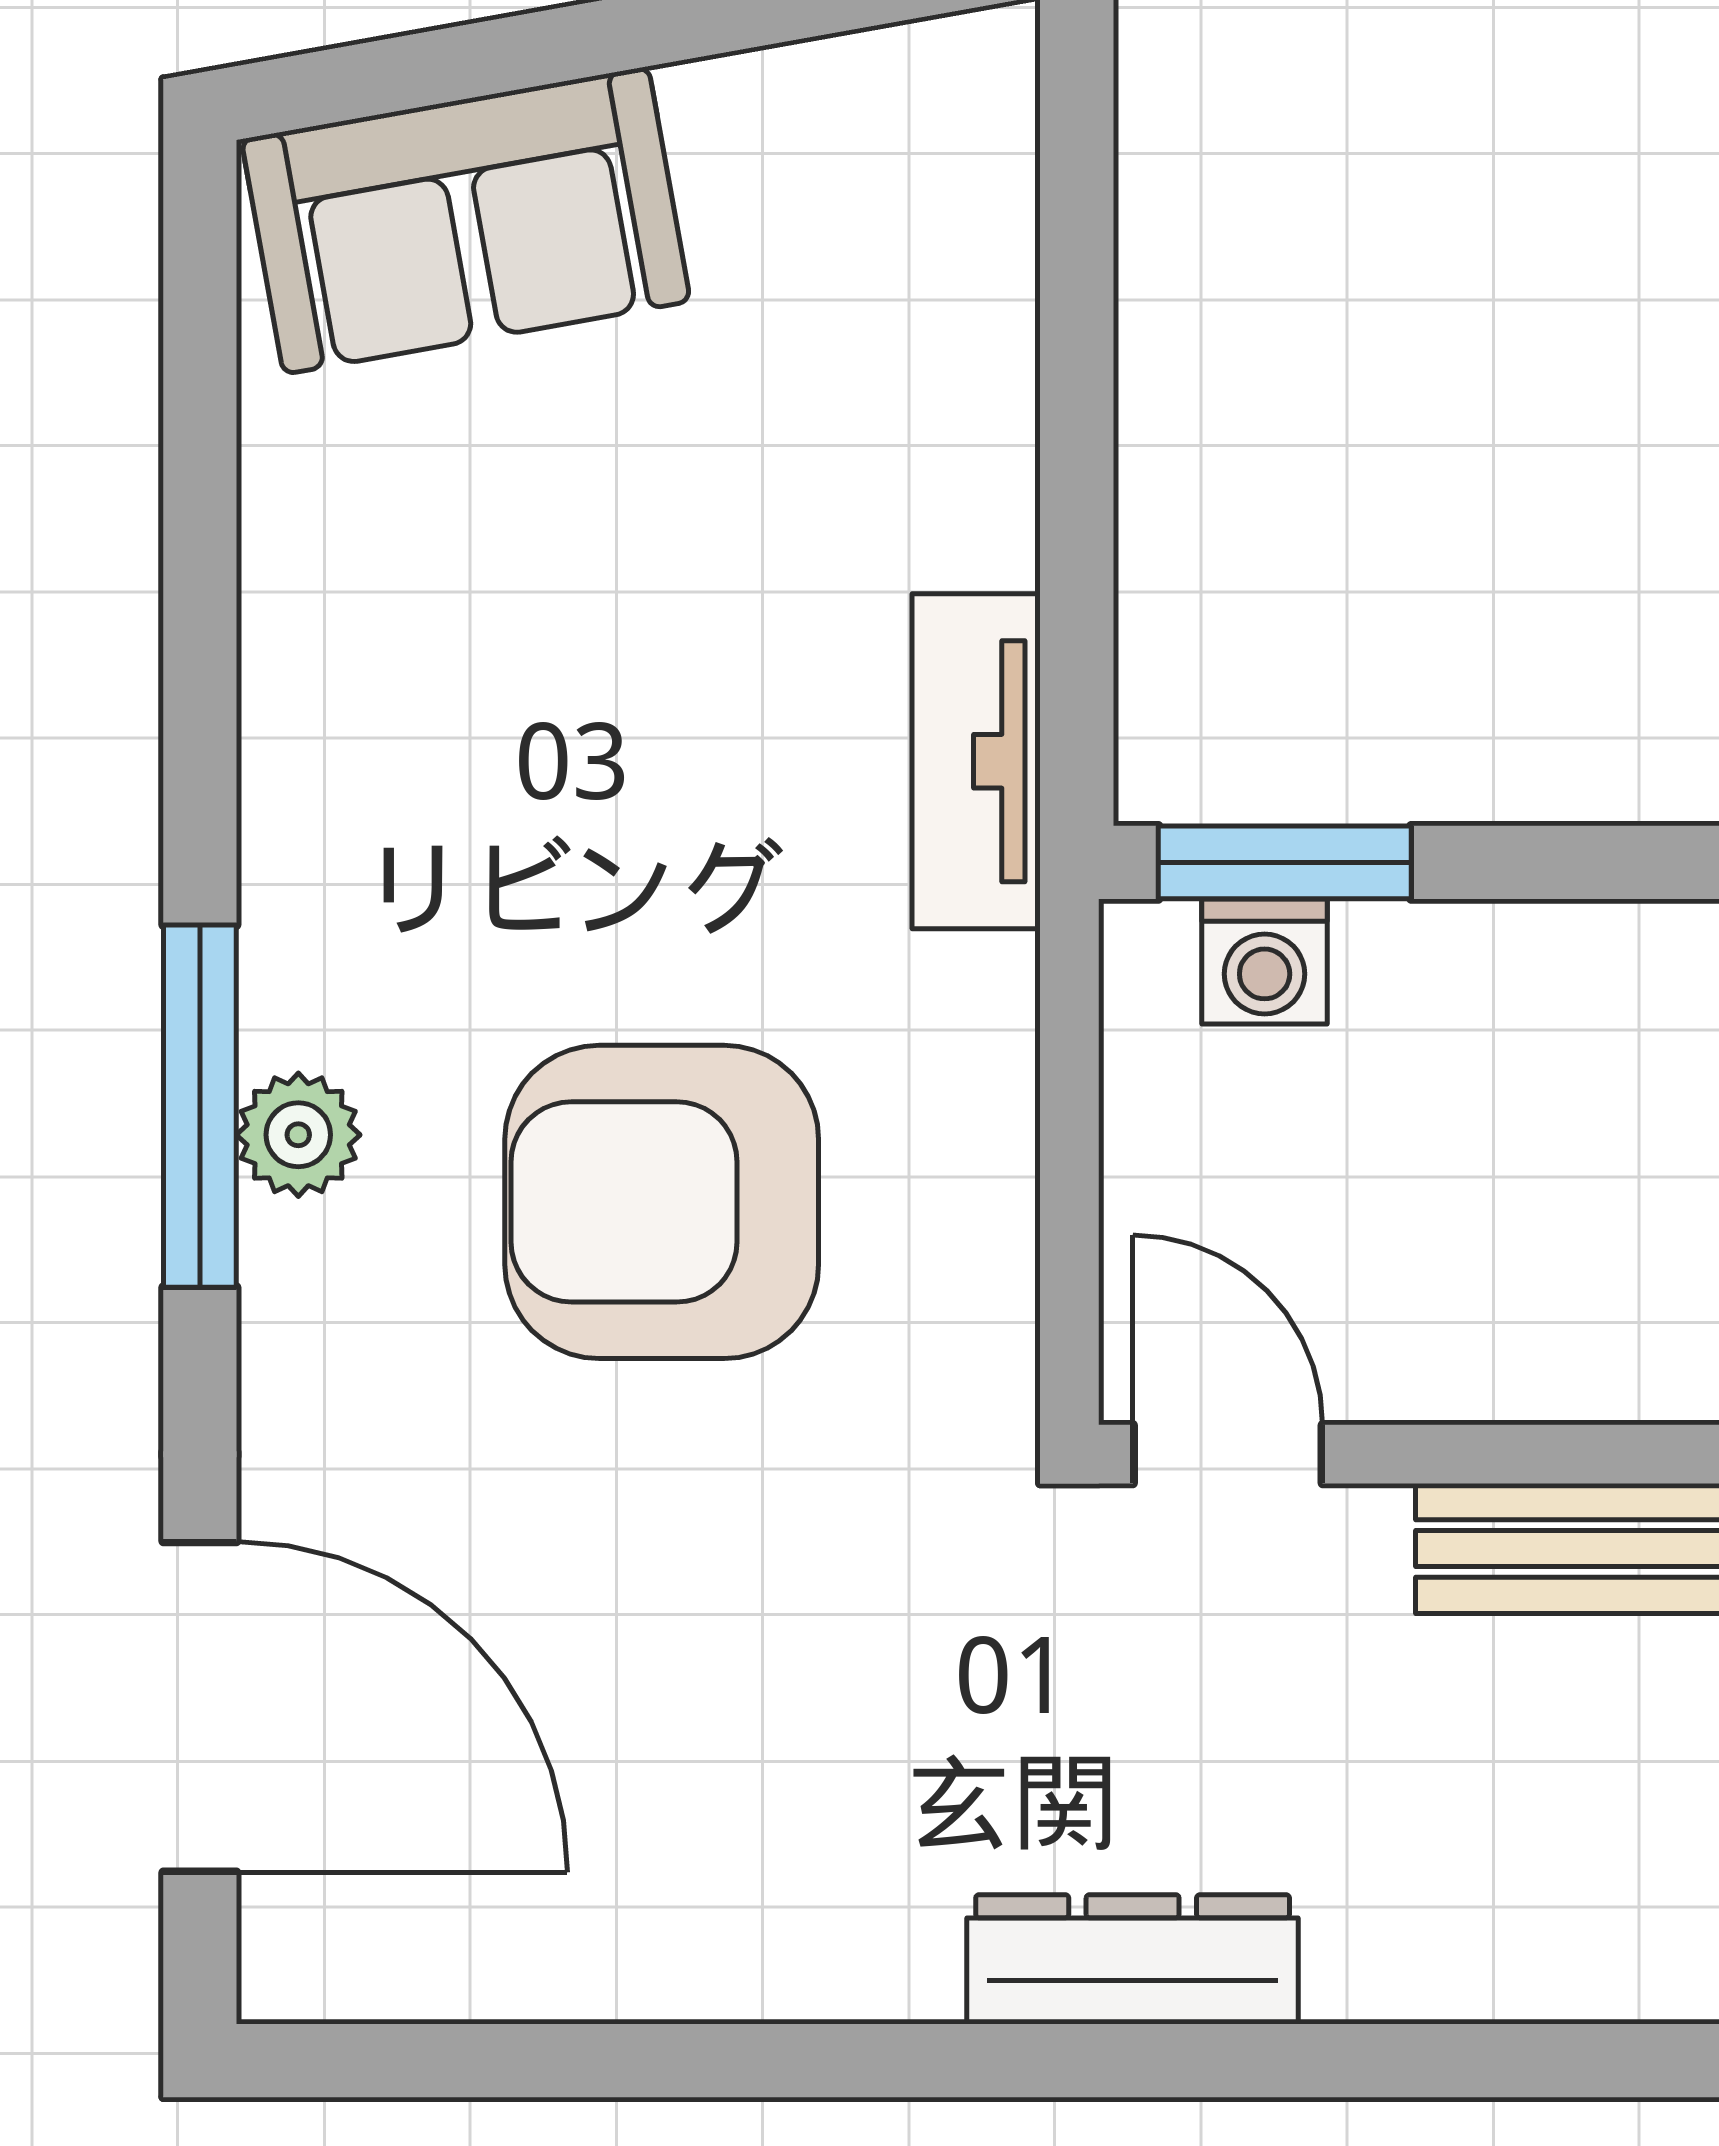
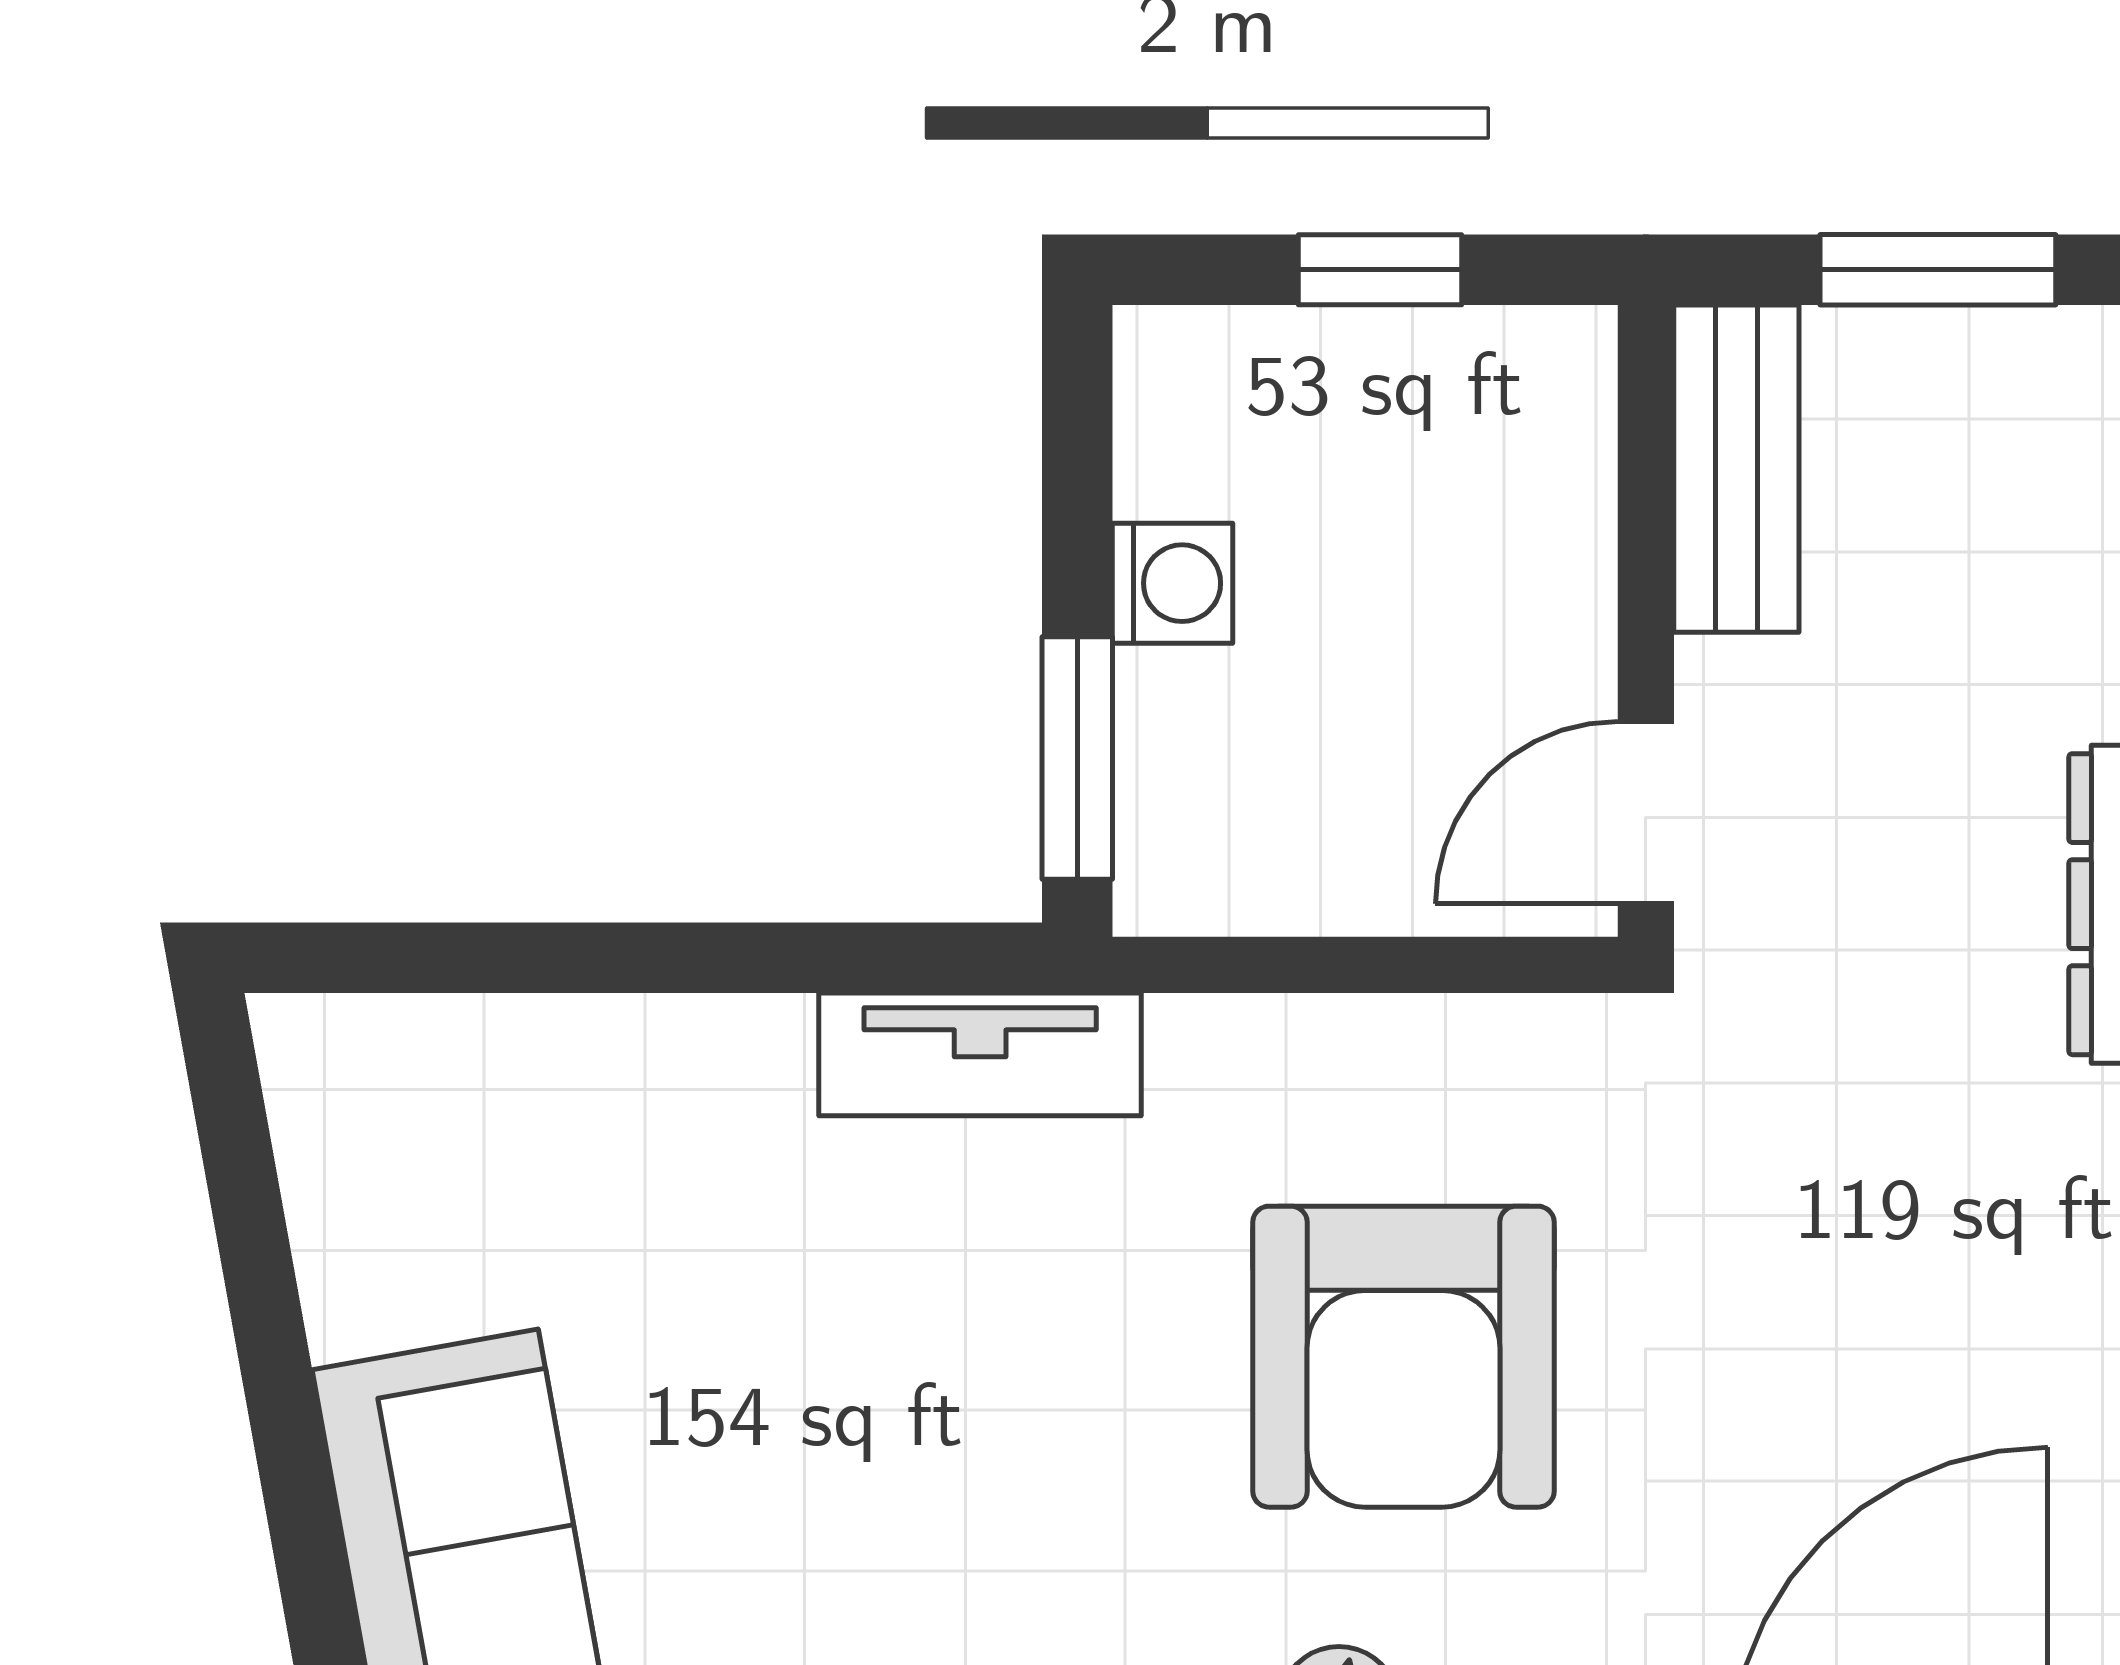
washing machine: (1265, 961) -> (1172, 583), moved

